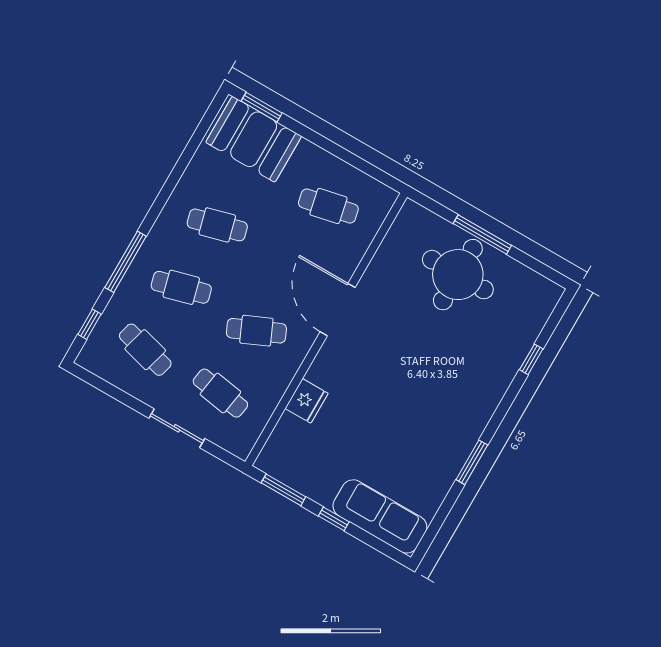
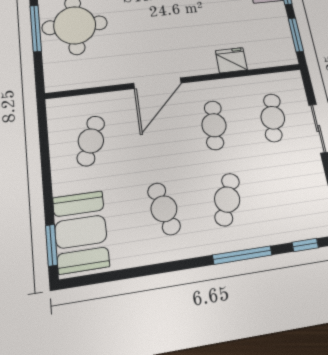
cafe table: (328, 206) -> (91, 141), turned 33
cafe table: (181, 287) -> (227, 200), turned 36
cafe table: (256, 331) -> (214, 125), turned 30
cafe table: (145, 350) -> (288, 191), removed

